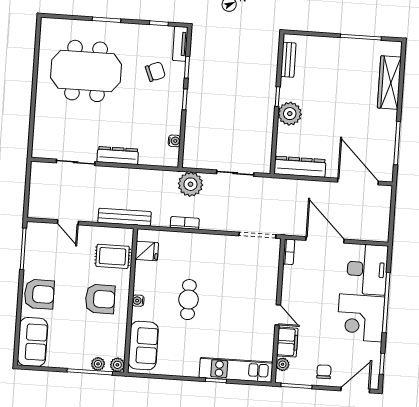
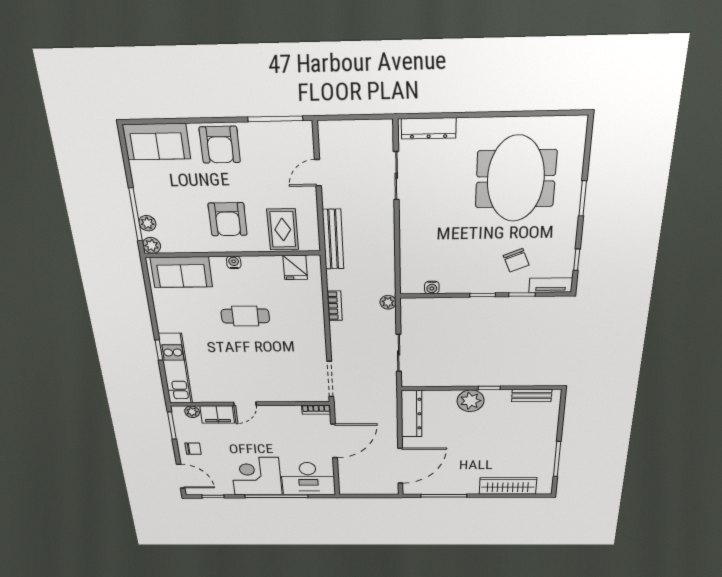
dresser: (118, 156) -> (429, 128), moved, turned 90
plant: (190, 184) -> (388, 302), width x0.53, depth x0.53

